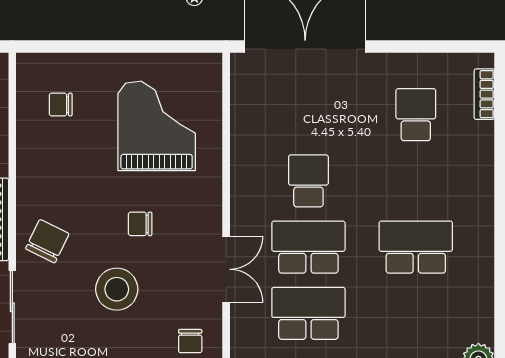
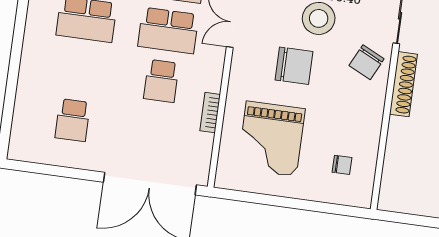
bookcase: (484, 94) -> (210, 113), moved, turned 180
chair: (140, 224) -> (294, 66), width x1.87, depth x1.87

